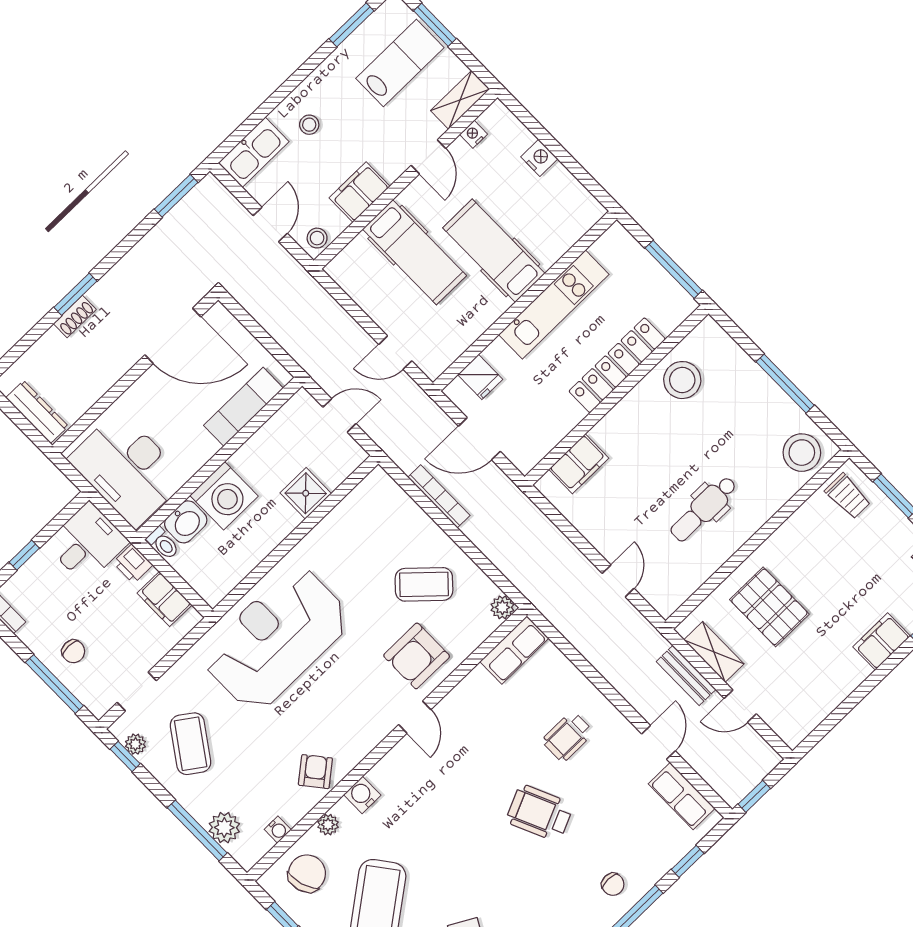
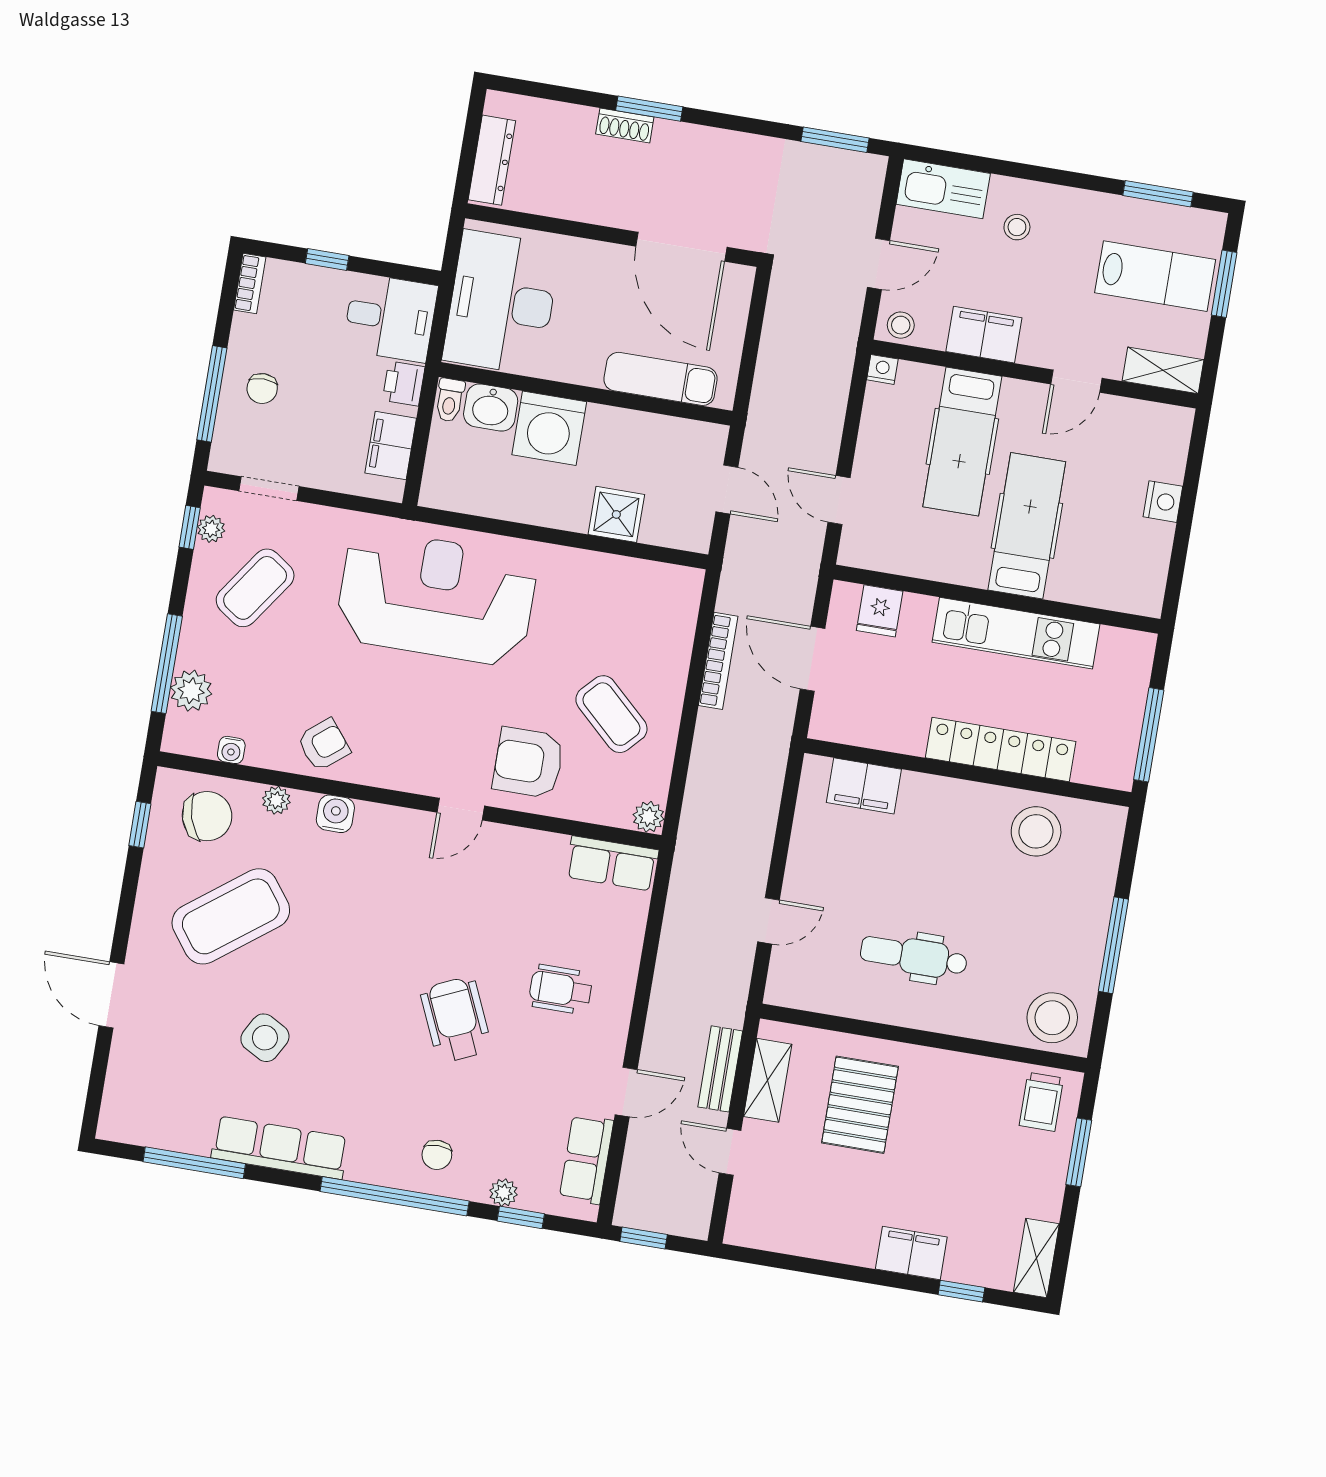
nightstand: (473, 134) -> (882, 369), moved
plant: (665, 861) -> (504, 1193), added

